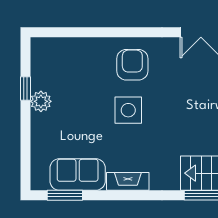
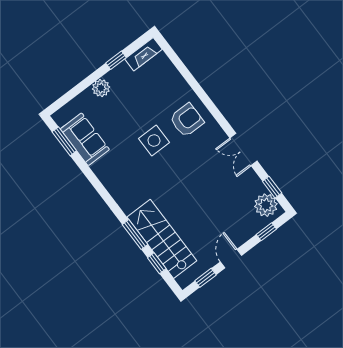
plant: (41, 101) -> (101, 88), moved
fireplace: (128, 181) -> (143, 54), moved, turned 90

